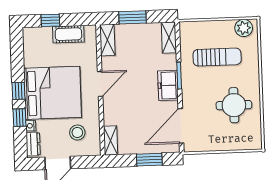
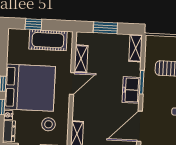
cot: (68, 34) -> (48, 40), width x1.37, depth x1.34
shelving: (107, 40) -> (81, 59), moved

